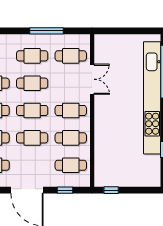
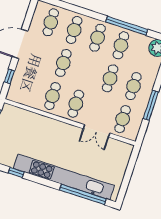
cafe table: (32, 111) -> (87, 71), removed
cafe table: (71, 165) -> (29, 88), removed

